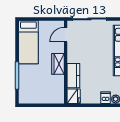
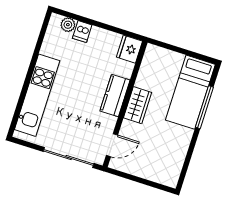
bed: (28, 42) -> (190, 92), moved, turned 180
kitchen counter: (73, 76) -> (115, 95), moved

